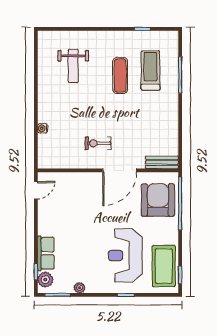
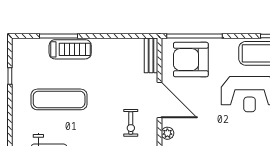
treadmill: (151, 71) -> (70, 49), moved, turned 180
exercise mat: (120, 75) -> (59, 99), width x1.36, depth x1.45
plant: (88, 178) -> (167, 133), added

